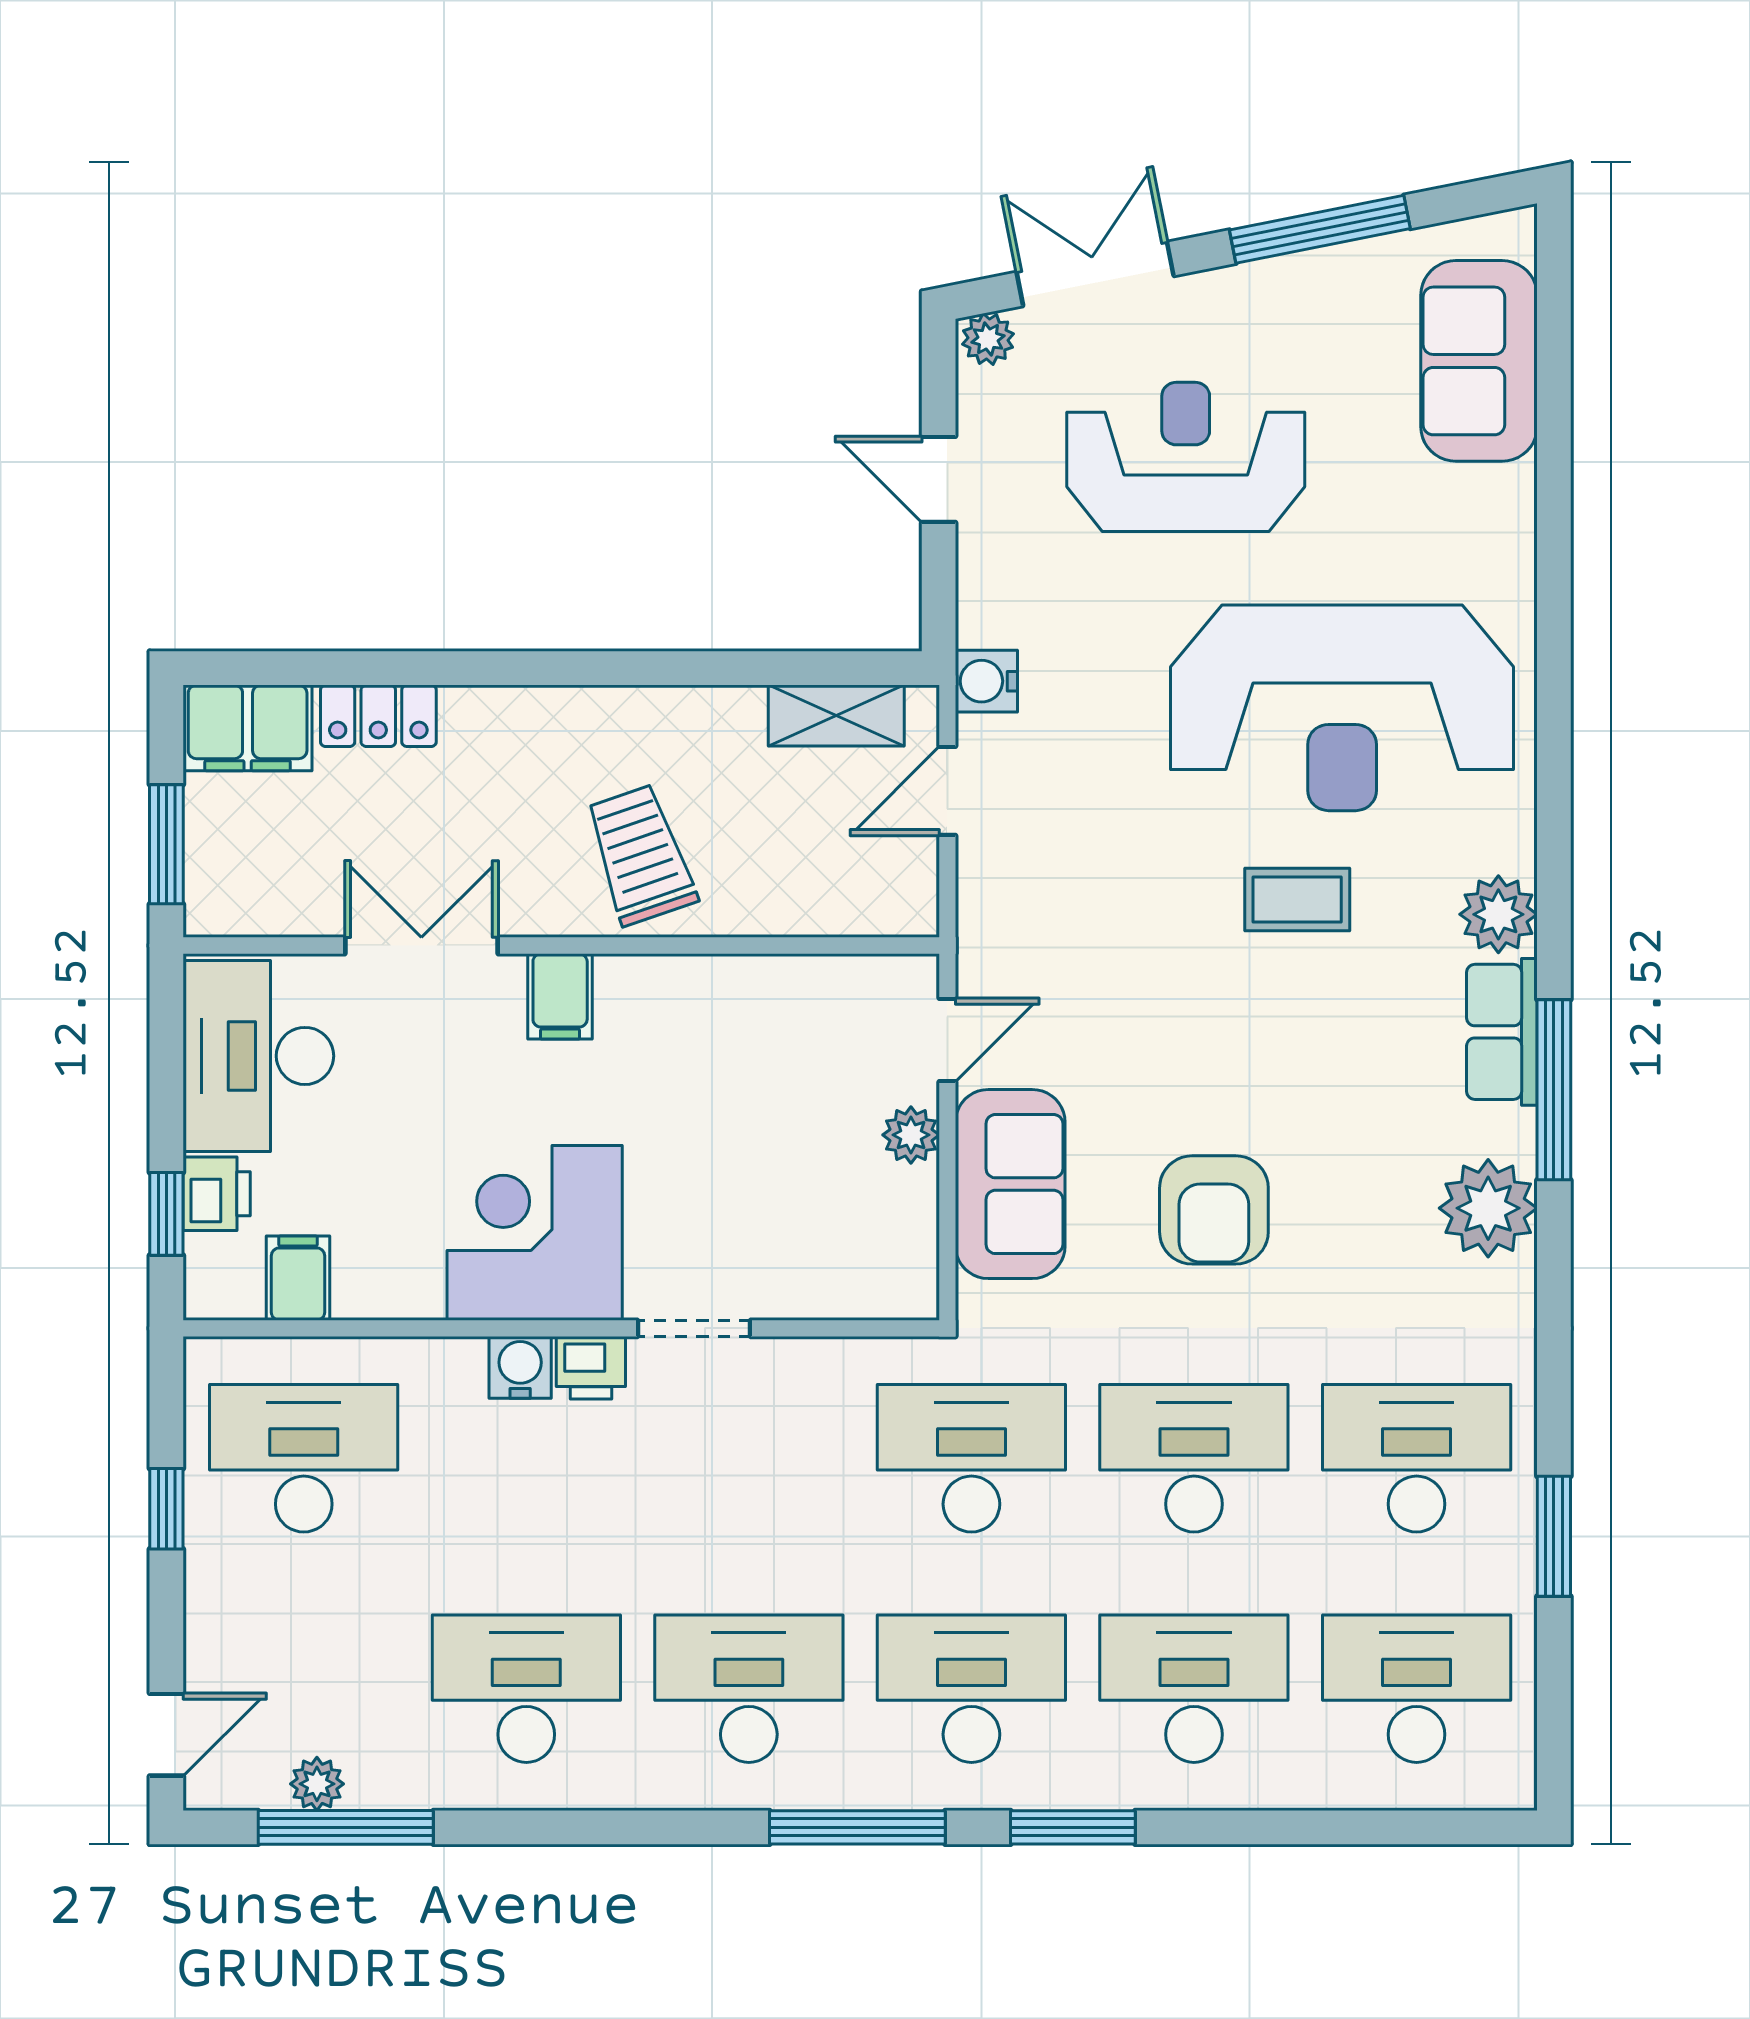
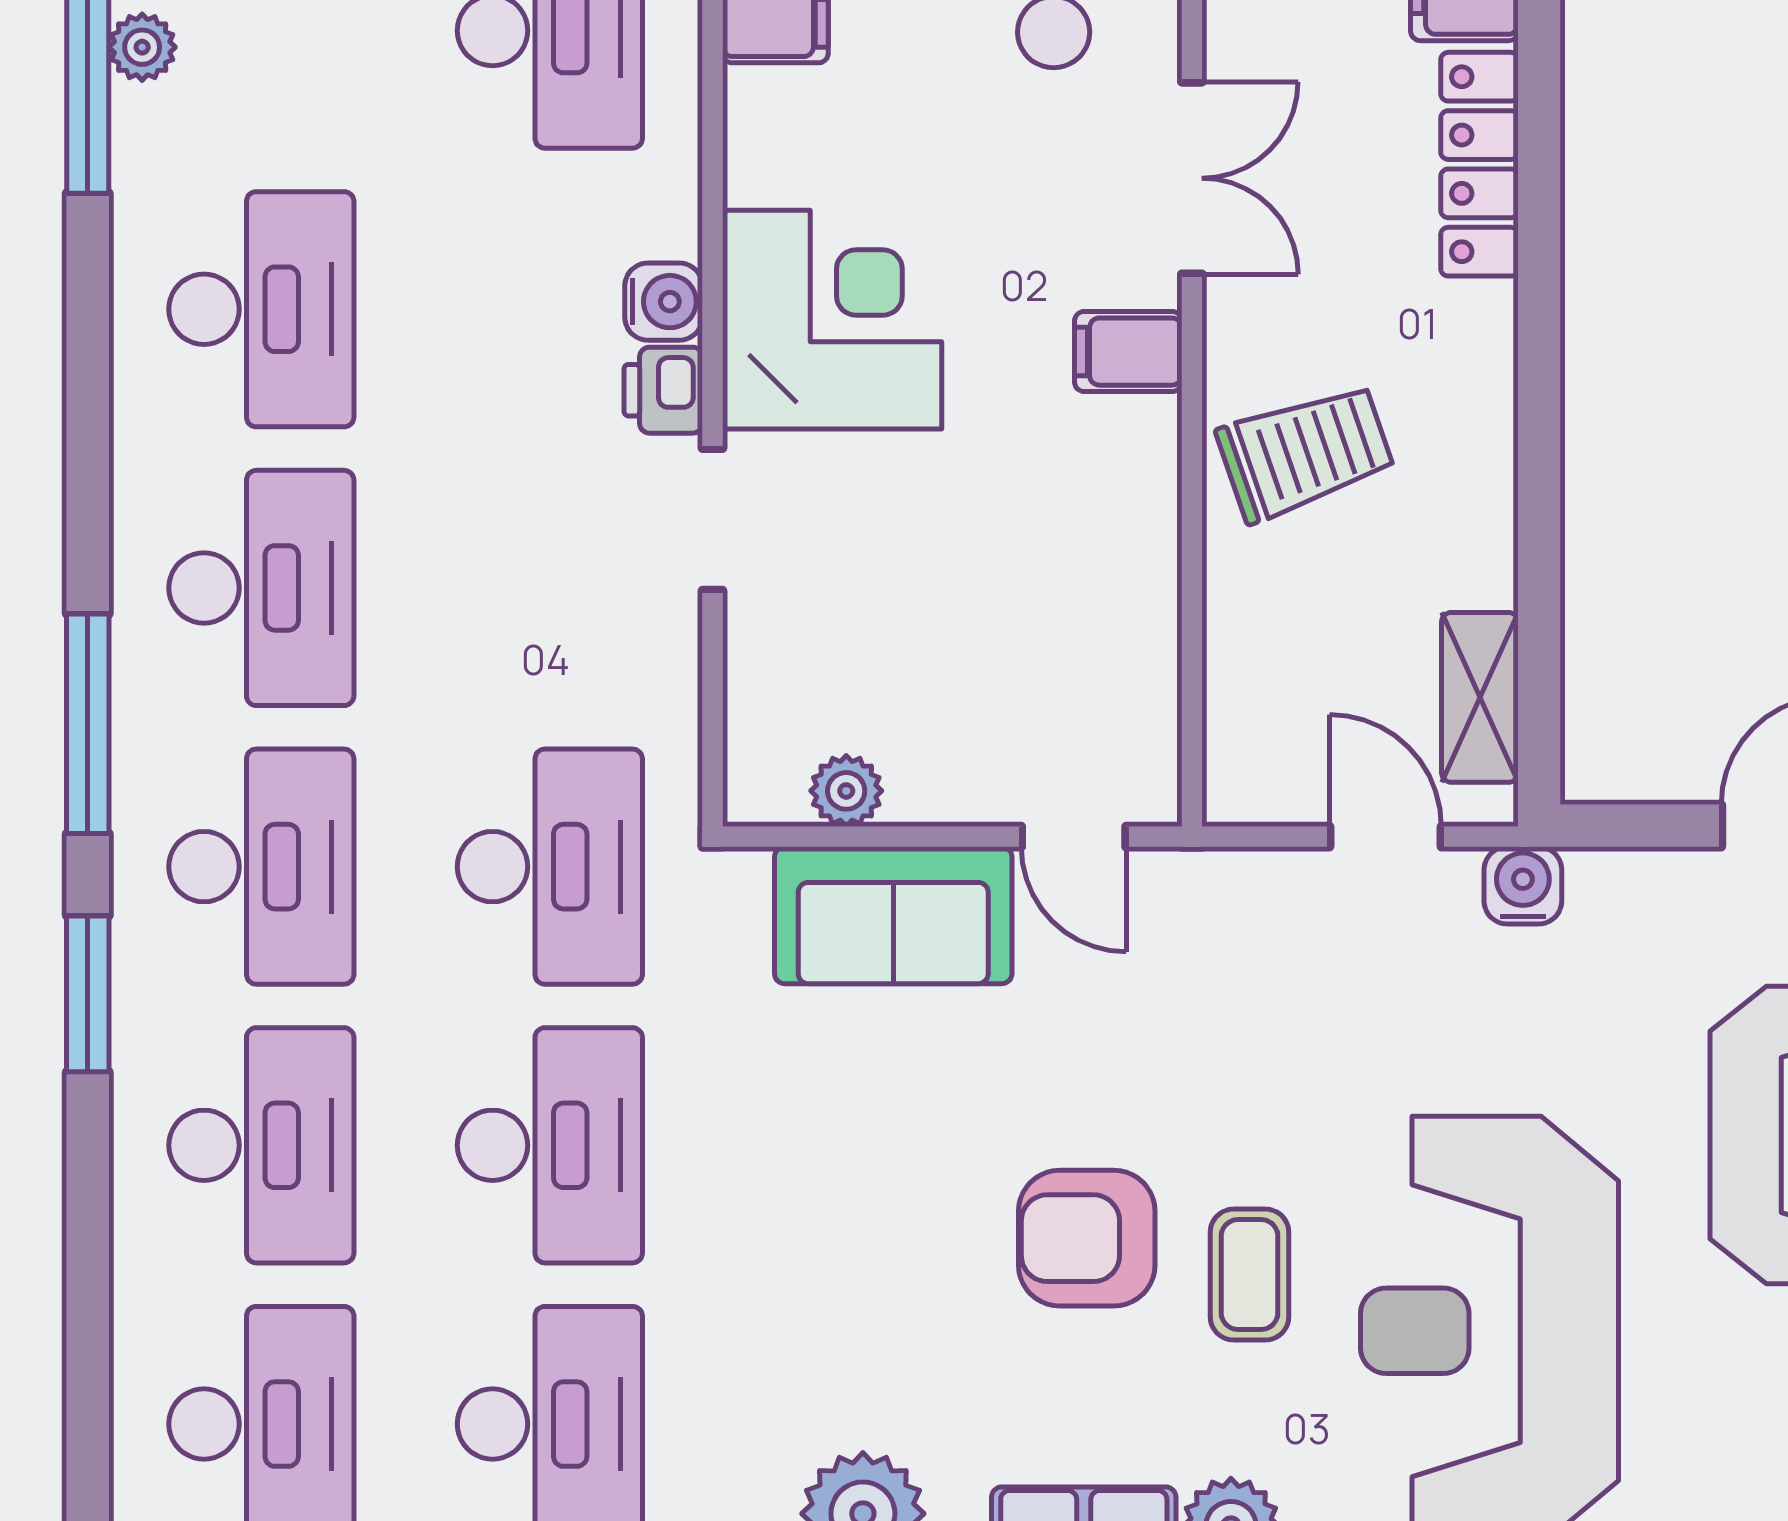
locker: (378, 716) -> (1480, 164), width x1.53
plant: (911, 1135) -> (846, 791), moved
armchair: (1214, 1210) -> (1087, 1238), moved

